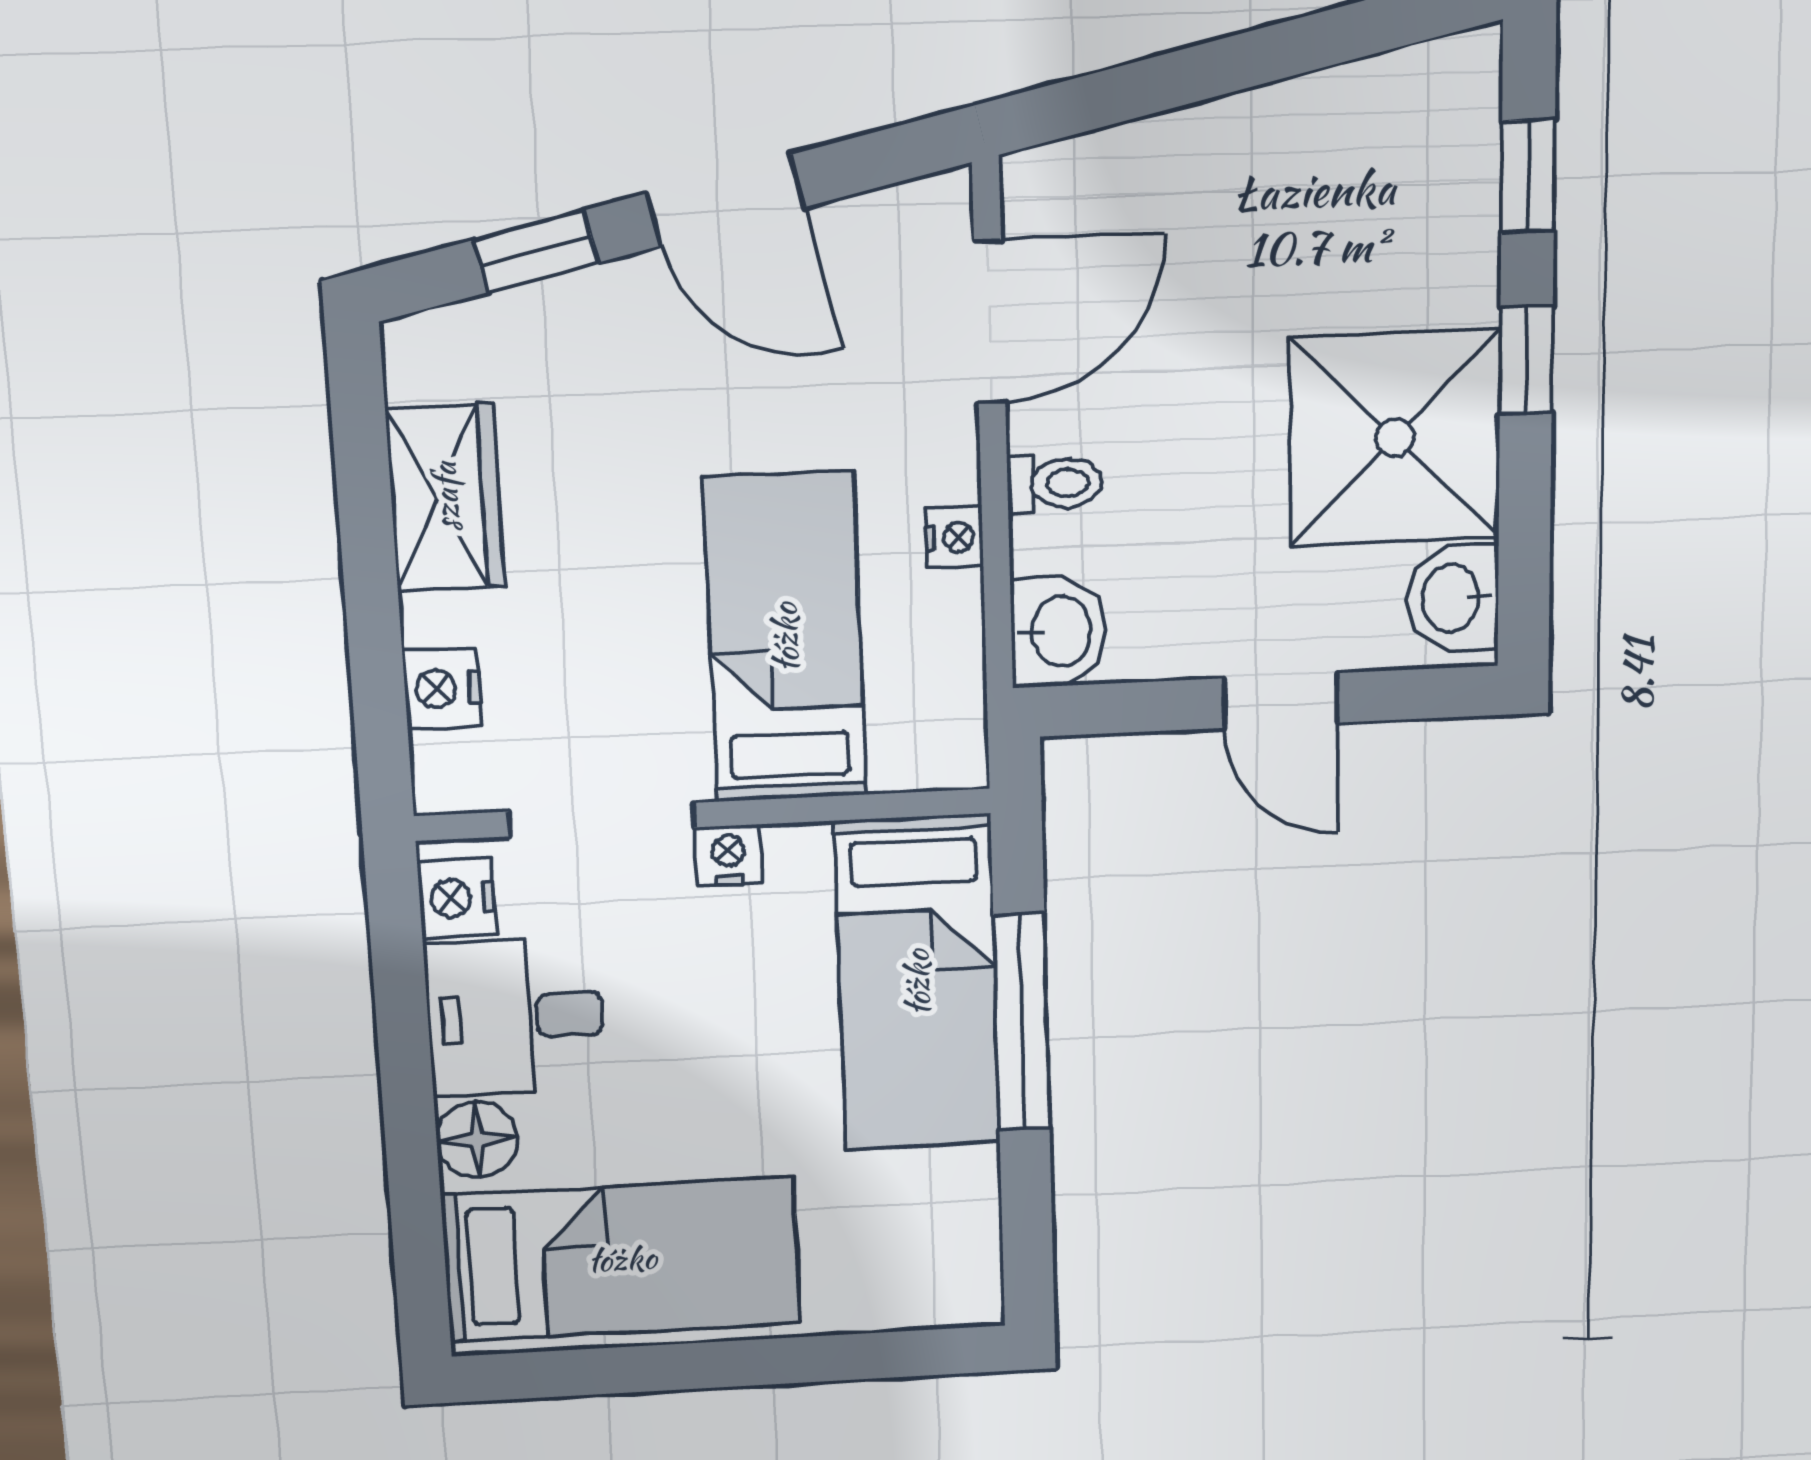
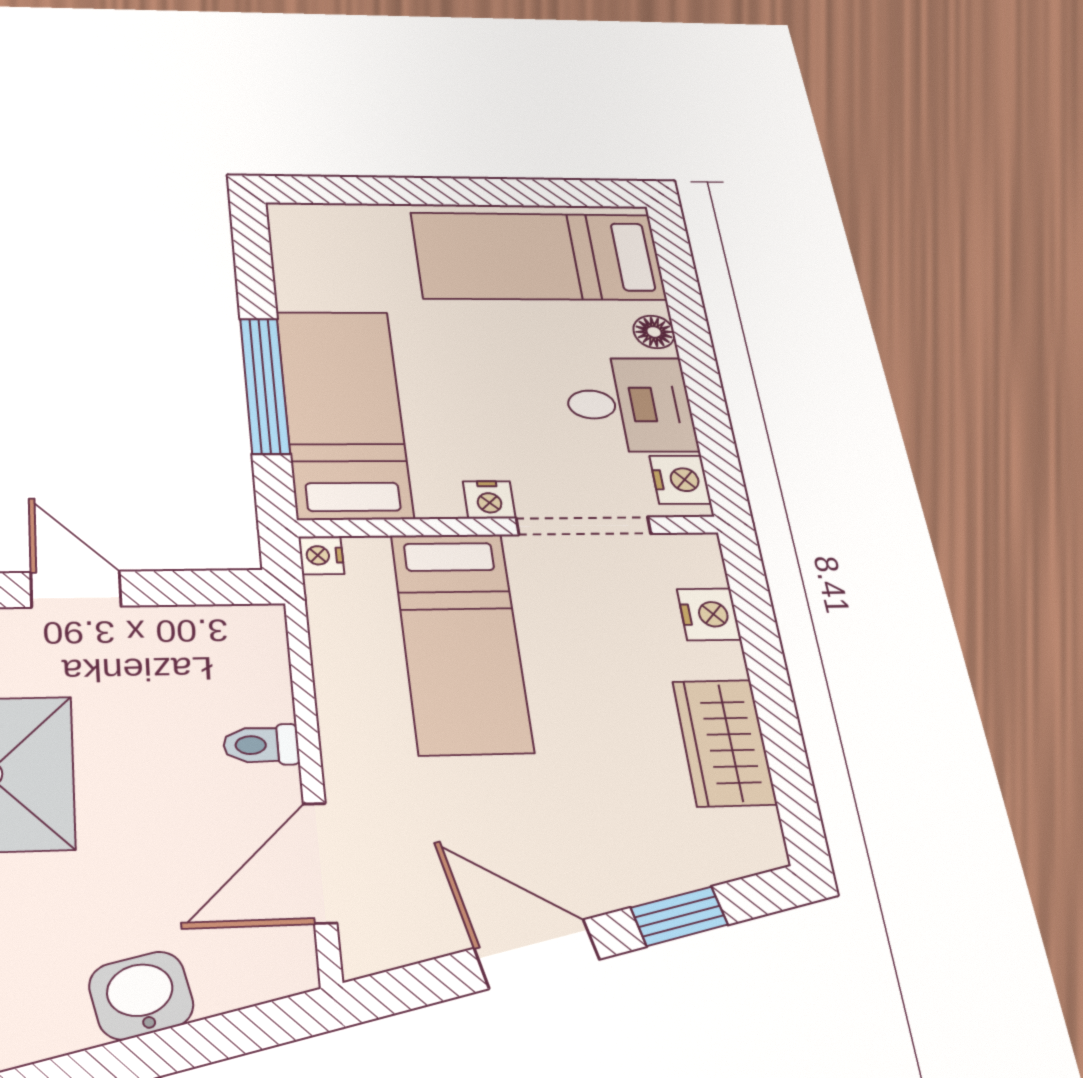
nightstand: (954, 538) -> (321, 555), moved
washbasin: (1059, 631) -> (141, 995), moved, turned 77
floor lamp: (477, 1139) -> (654, 332), width x0.73, depth x0.73

